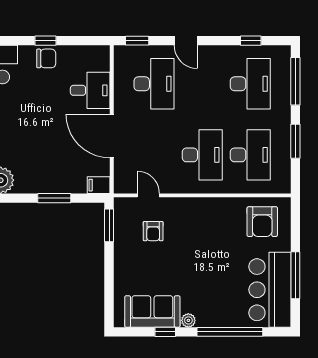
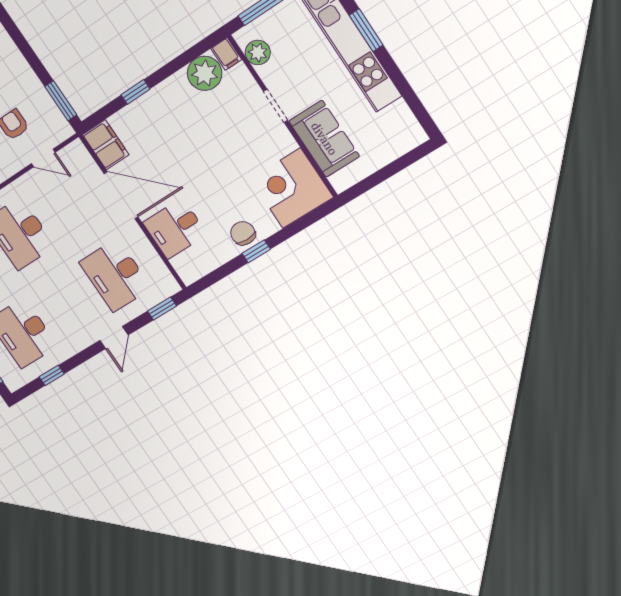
door: (186, 41) -> (114, 338), swing flipped
chair: (46, 58) -> (243, 233), turned 90
filing cabinet: (99, 185) -> (106, 145), width x2.00
window: (54, 198) -> (136, 92), width x0.67

